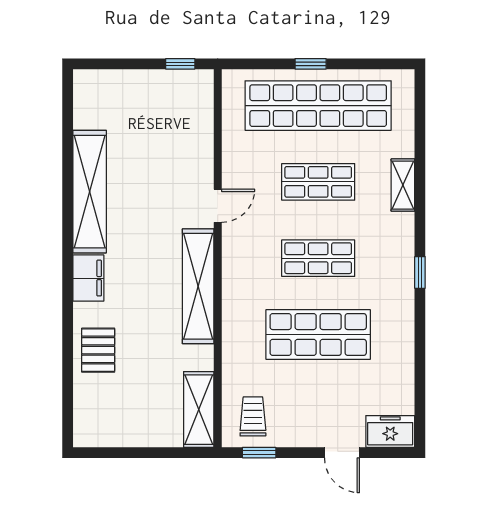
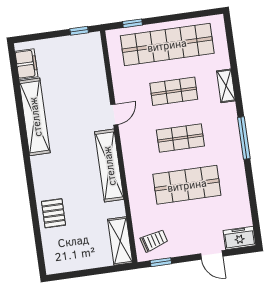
window: (311, 64) -> (133, 23), moved
window: (420, 272) -> (244, 138), width x2.17
filing cabinet: (88, 278) -> (26, 64), moved
trolley: (253, 416) -> (154, 241), turned 74

